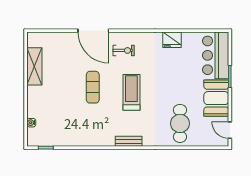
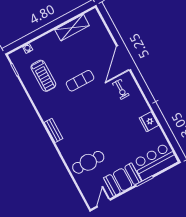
treadmill: (131, 92) -> (43, 76), moved, turned 90

